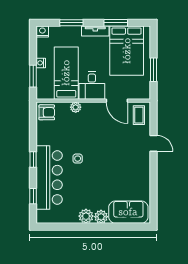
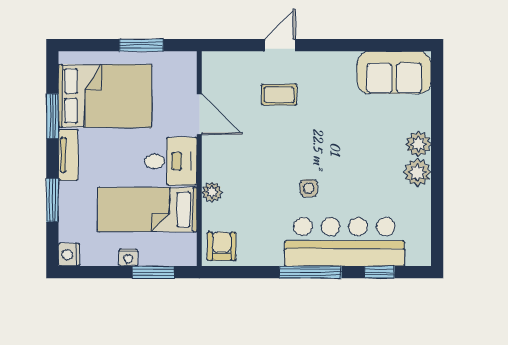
door: (117, 101) -> (199, 114), hinge flipped
coffee table: (139, 115) -> (279, 95), moved
window: (33, 159) -> (310, 272), width x2.17
sofa: (128, 212) -> (394, 73), moved, turned -90

